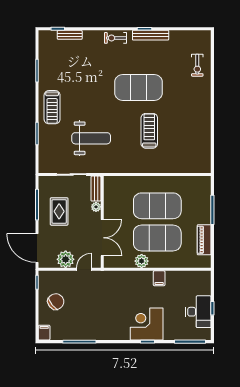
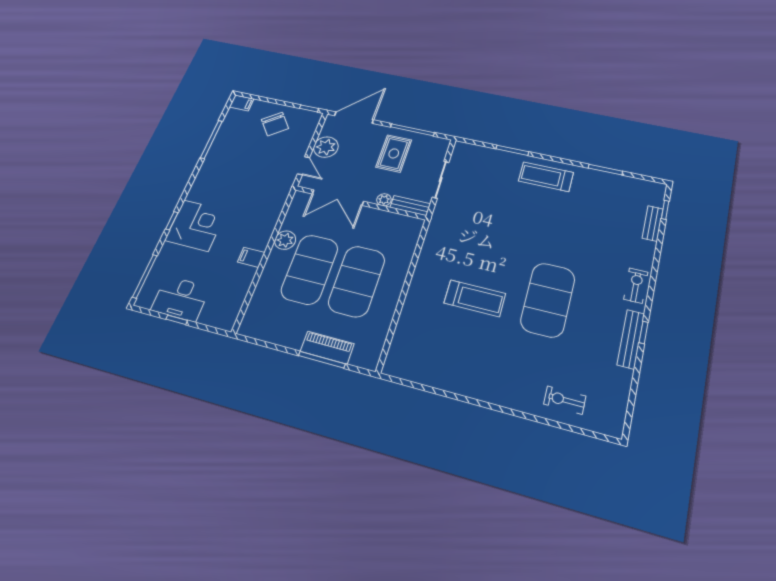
weight bench: (91, 138) -> (486, 216), removed
rug: (59, 211) -> (394, 153), turned 90
piano: (204, 240) -> (327, 348), moved

